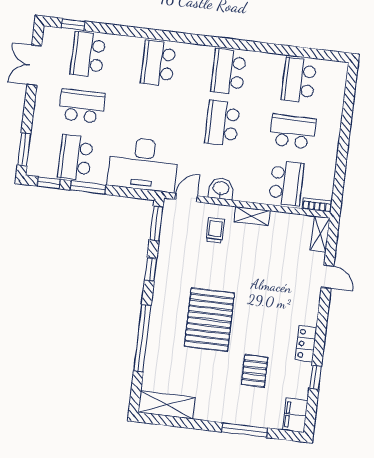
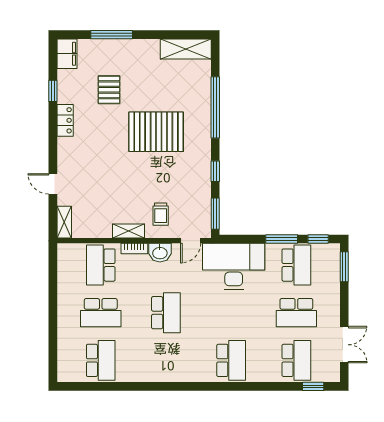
school desk: (229, 72) -> (166, 360), removed
bookcase: (317, 205) -> (134, 248), moved
pallet: (209, 320) -> (156, 132), turned 90

